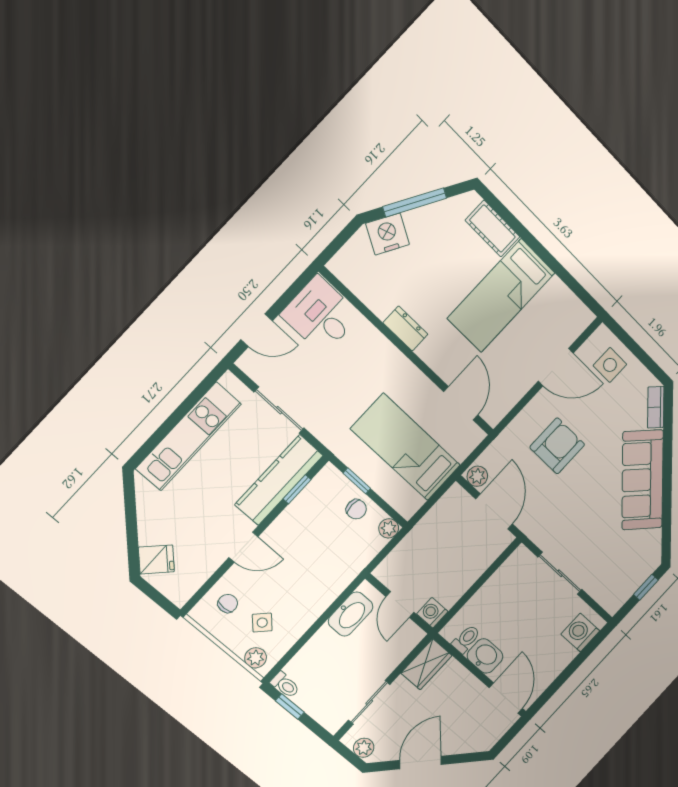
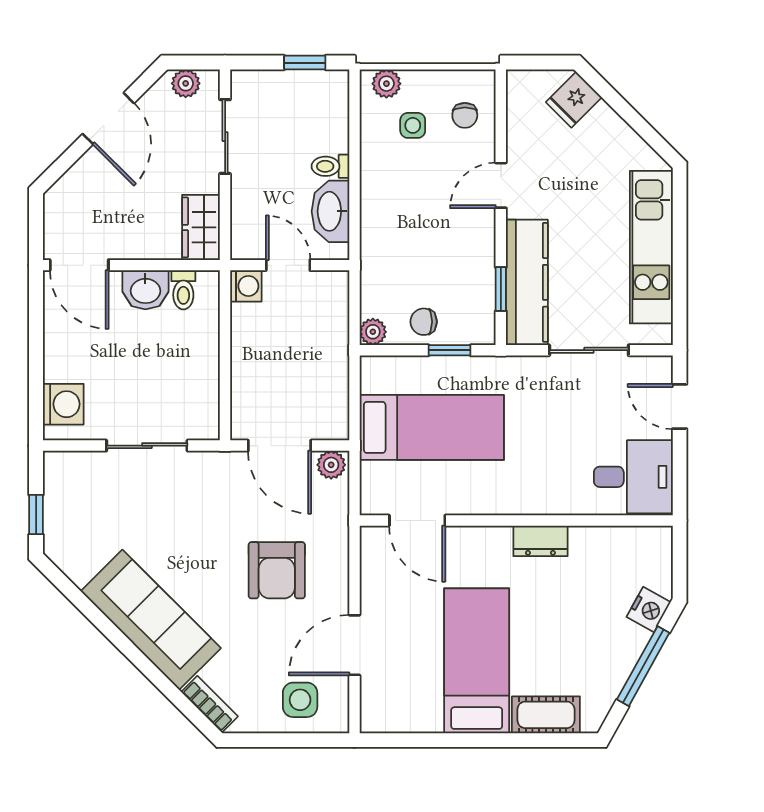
nightstand: (388, 234) -> (649, 610), width x0.74, depth x0.75
door: (257, 330) -> (680, 407), hinge flipped
side table: (262, 623) -> (413, 125), turned 45
toilet: (285, 685) -> (330, 166), moved

